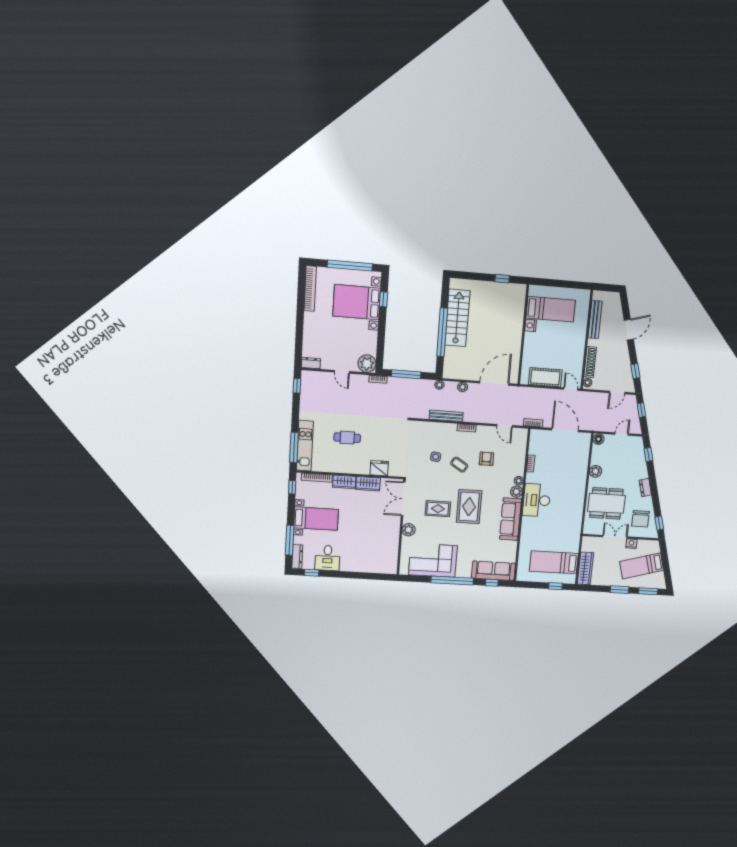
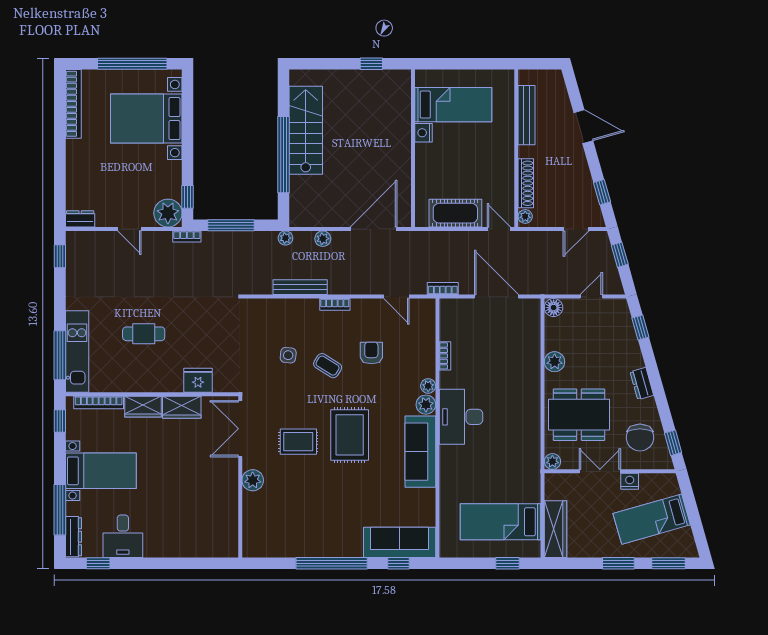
window: (383, 299) -> (188, 197), moved
door: (629, 330) -> (583, 127), hinge flipped
plant: (588, 530) -> (552, 461), added
corner sofa: (433, 560) -> (297, 530), removed

